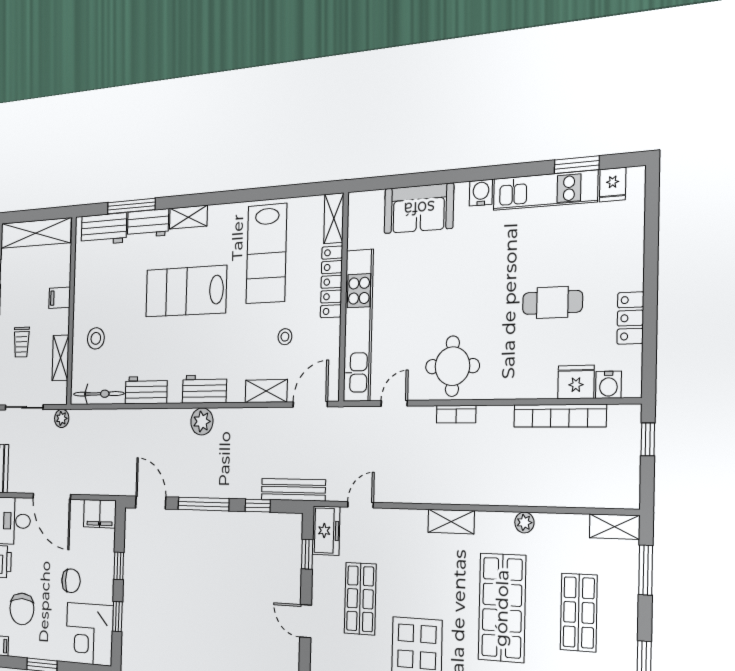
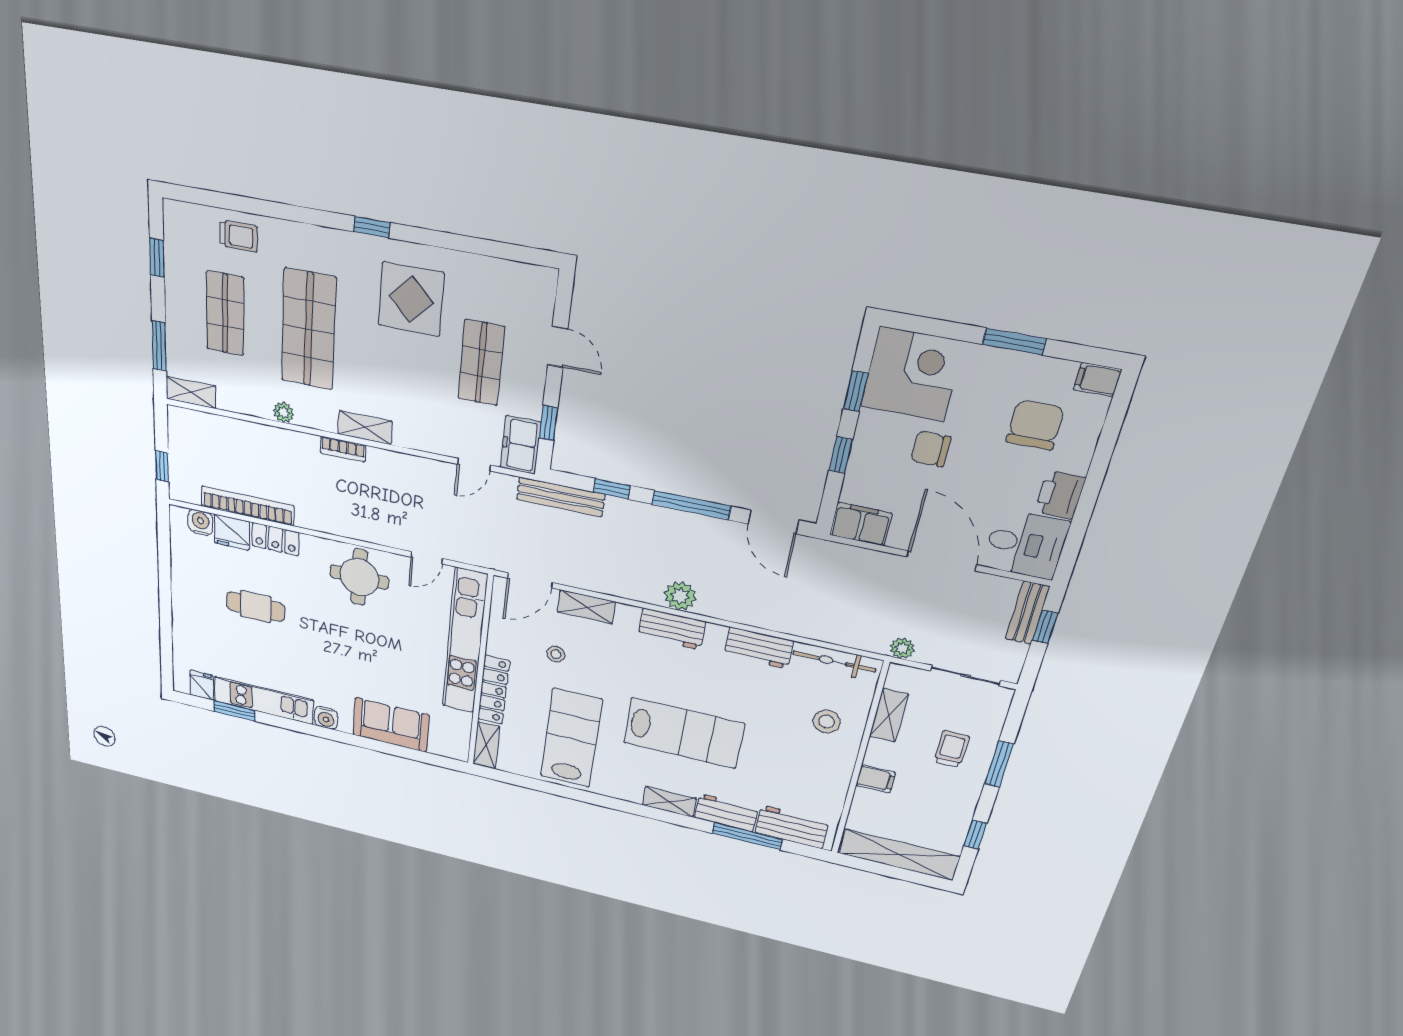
locker: (630, 318) -> (276, 539), moved, turned 90
bookcase: (456, 414) -> (343, 449), moved, turned 180

